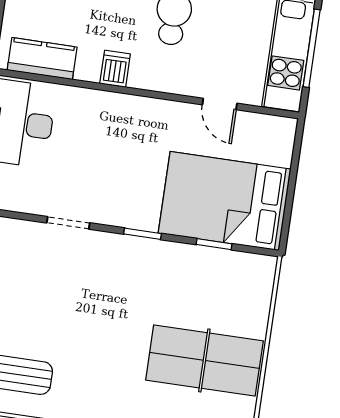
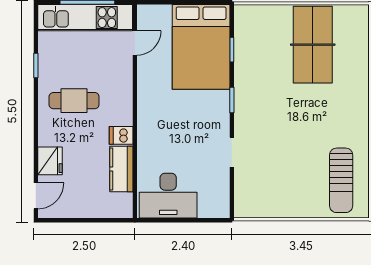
kitchen counter: (42, 59) -> (121, 169), moved
door: (220, 104) -> (135, 43), moved

